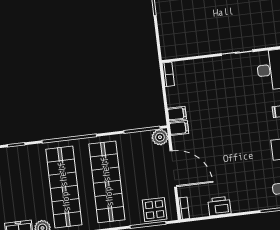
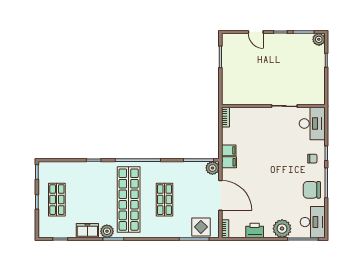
shop shelf: (107, 182) -> (164, 200), width x0.50, depth x0.74
plant: (252, 200) -> (282, 229), added

